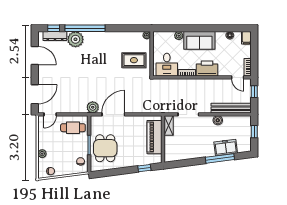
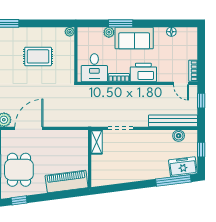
window: (188, 28) -> (121, 23), added
filing cabinet: (246, 38) -> (192, 35), removed
rug: (134, 60) -> (38, 56), moved
boiler: (218, 120) -> (179, 136), moved
piano: (154, 137) -> (67, 181), moved, turned 83
freezer: (226, 147) -> (183, 167), moved
window: (220, 158) -> (173, 180), moved
window: (144, 168) -> (19, 200), moved

